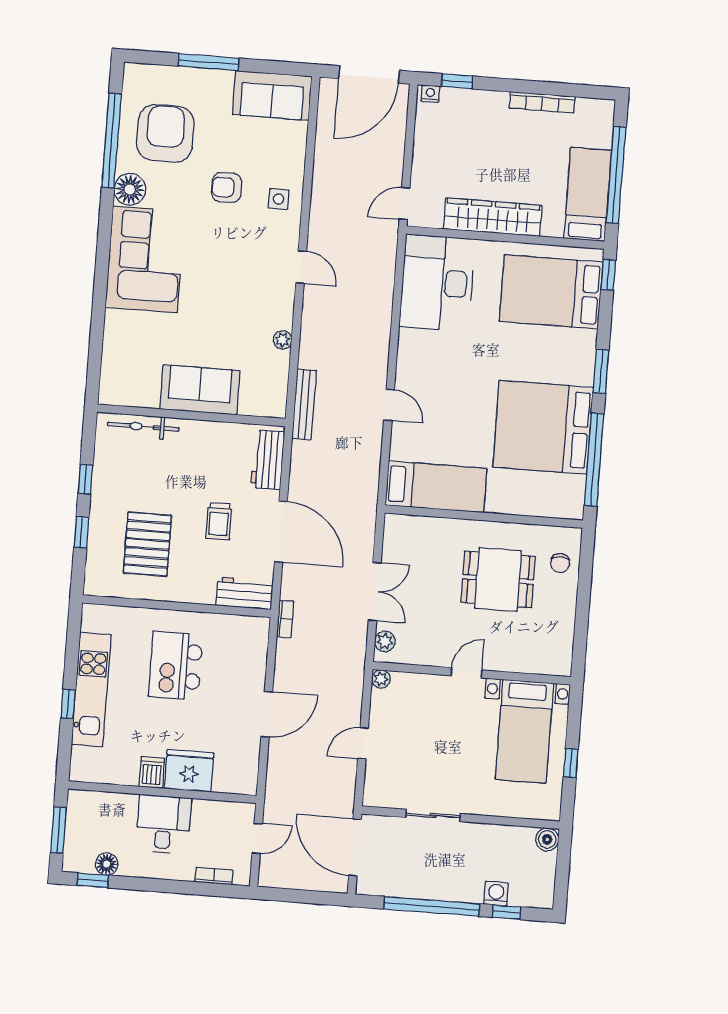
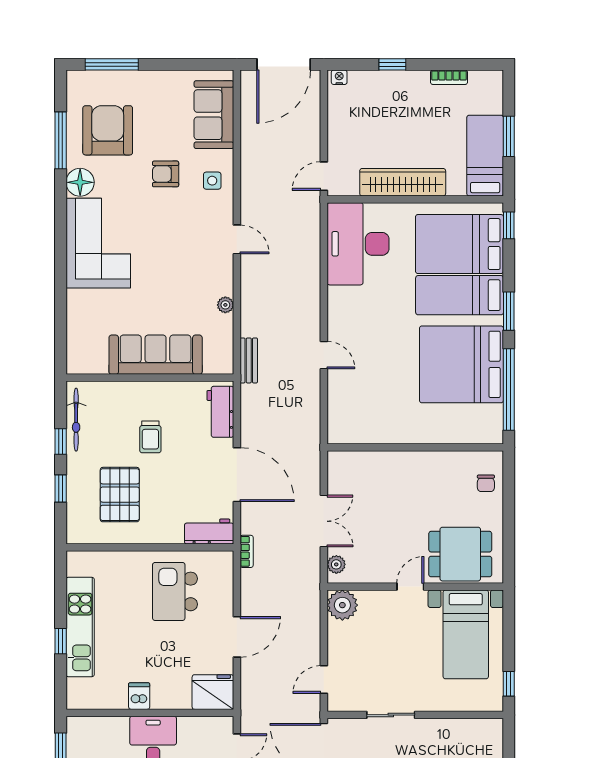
window: (209, 62) -> (112, 64), moved
window: (457, 81) -> (392, 64), moved
sofa: (272, 95) -> (214, 115), moved, turned 90
bookcase: (542, 102) -> (449, 77), width x0.64
window: (112, 141) -> (61, 140), width x0.68
window: (616, 175) -> (509, 136), width x0.47
sofa: (200, 390) -> (156, 355), width x1.36
bench: (304, 404) -> (249, 360), width x0.73
bicycle: (143, 427) -> (76, 420), moved, turned -90
bed: (436, 487) -> (460, 295), moved, turned 180
trolley: (219, 521) -> (150, 437), moved
dining table: (498, 579) -> (460, 554), moved
kitchen island: (176, 666) -> (175, 591), moved
plant: (381, 679) -> (342, 605), width x1.88, depth x1.88
door: (363, 743) -> (324, 680), moved
window: (571, 763) -> (509, 684), moved
fridge: (189, 771) -> (213, 692), moved
boiler: (547, 839) -> (493, 728), removed

